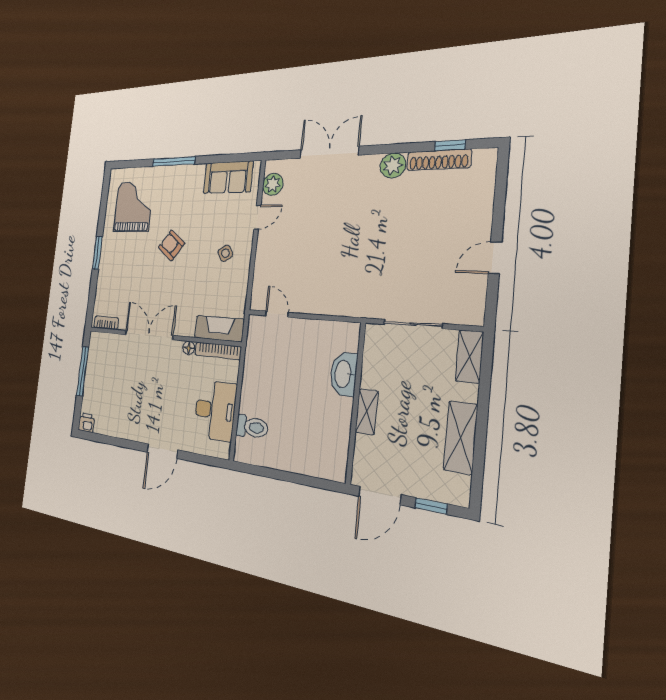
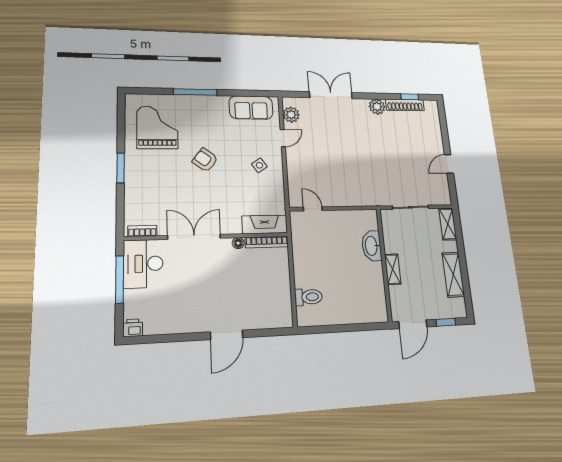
desk: (215, 410) -> (143, 264), moved, turned 180

